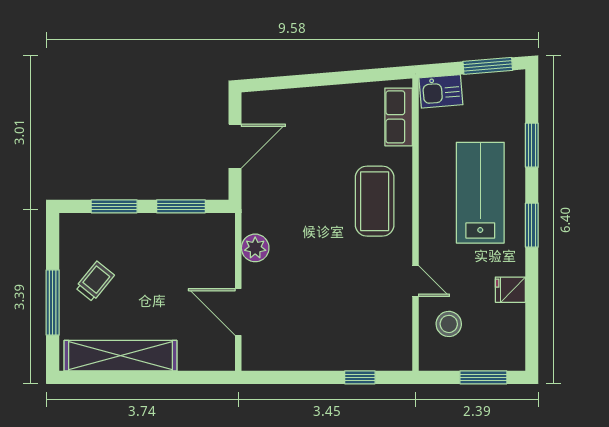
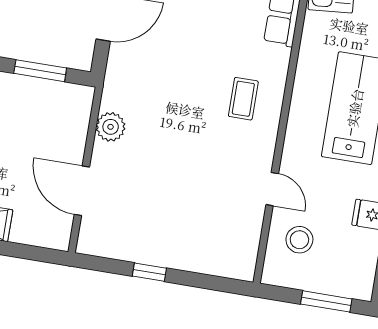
coffee table: (375, 201) -> (243, 99), width x0.54, depth x0.58
window: (360, 377) -> (149, 272), moved

